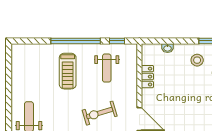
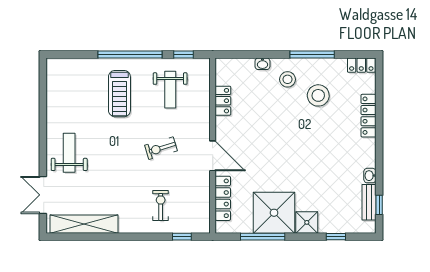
washbasin: (168, 48) -> (262, 64), moved
exercise bike: (100, 113) -> (161, 148), width x0.73, depth x0.72

